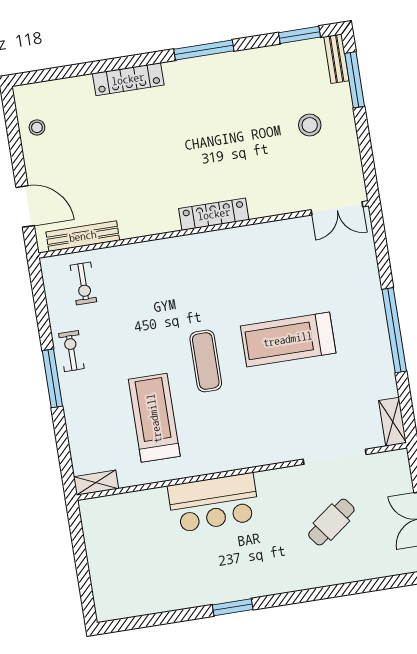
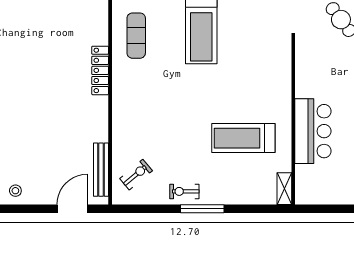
exercise bike: (83, 284) -> (136, 175), turned -40
exercise mat: (206, 361) -> (136, 36), moved, turned 90
bar counter: (214, 503) -> (313, 131), moved

